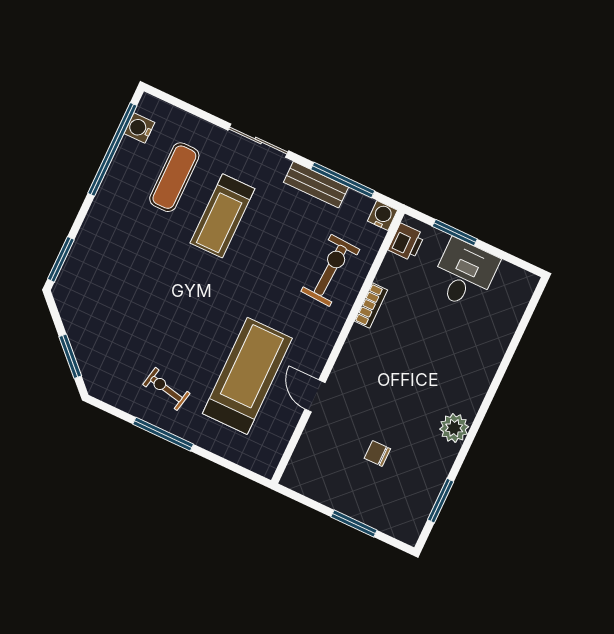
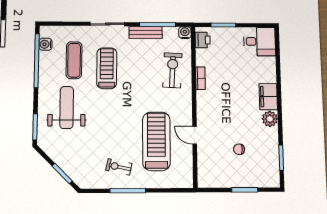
treadmill: (222, 216) -> (107, 68), turned 180
weight bench: (126, 251) -> (67, 107), added
desk: (464, 274) -> (259, 41), moved, turned 90
filing cabinet: (470, 390) -> (268, 97), added

